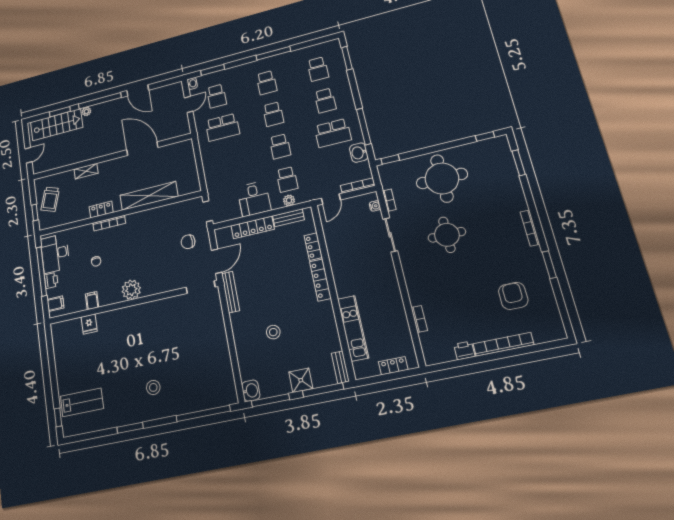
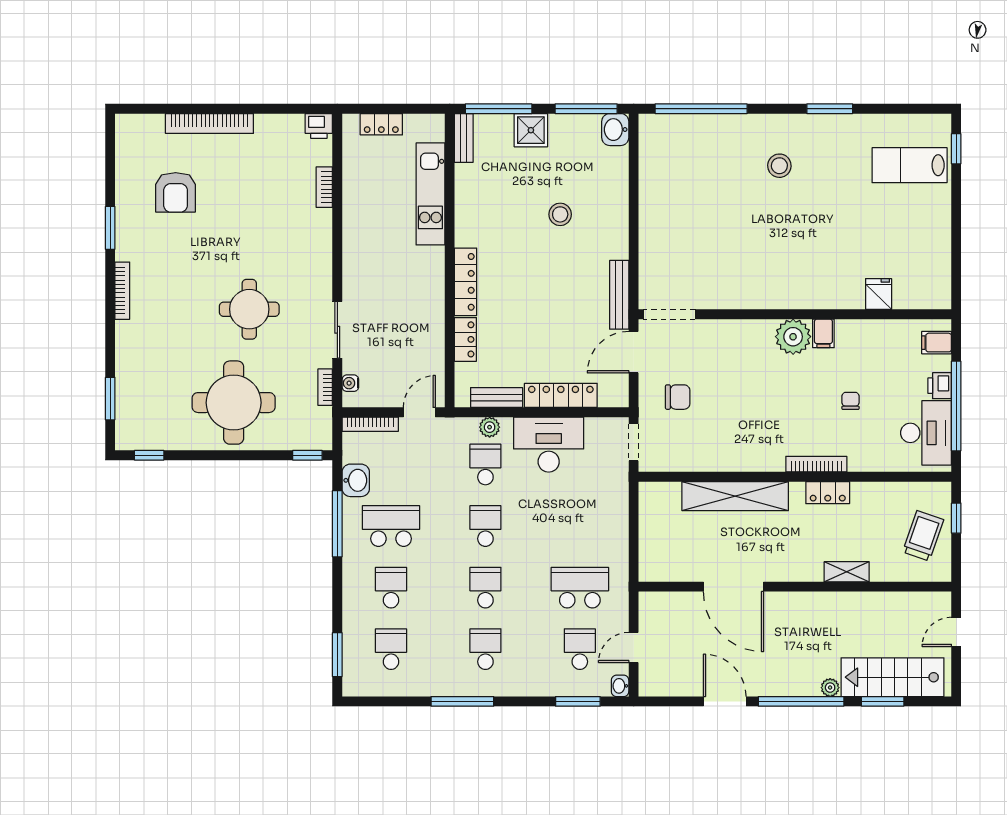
desk: (254, 199) -> (549, 445), width x1.37
filing cabinet: (92, 301) -> (823, 333), moved
printer: (464, 350) -> (319, 126), moved

